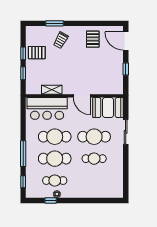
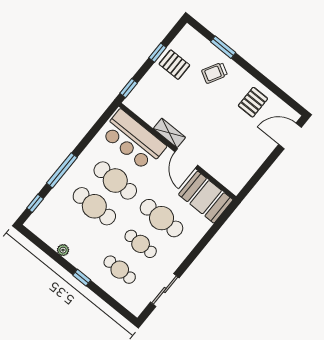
door: (126, 41) -> (290, 136), hinge flipped
window: (126, 69) -> (263, 169), removed
window: (23, 73) -> (129, 88), moved
shelving: (52, 90) -> (169, 133), moved
sliding door: (126, 132) -> (165, 290), moved
cafe table: (55, 181) -> (120, 270), moved
window: (51, 200) -> (82, 278), moved

